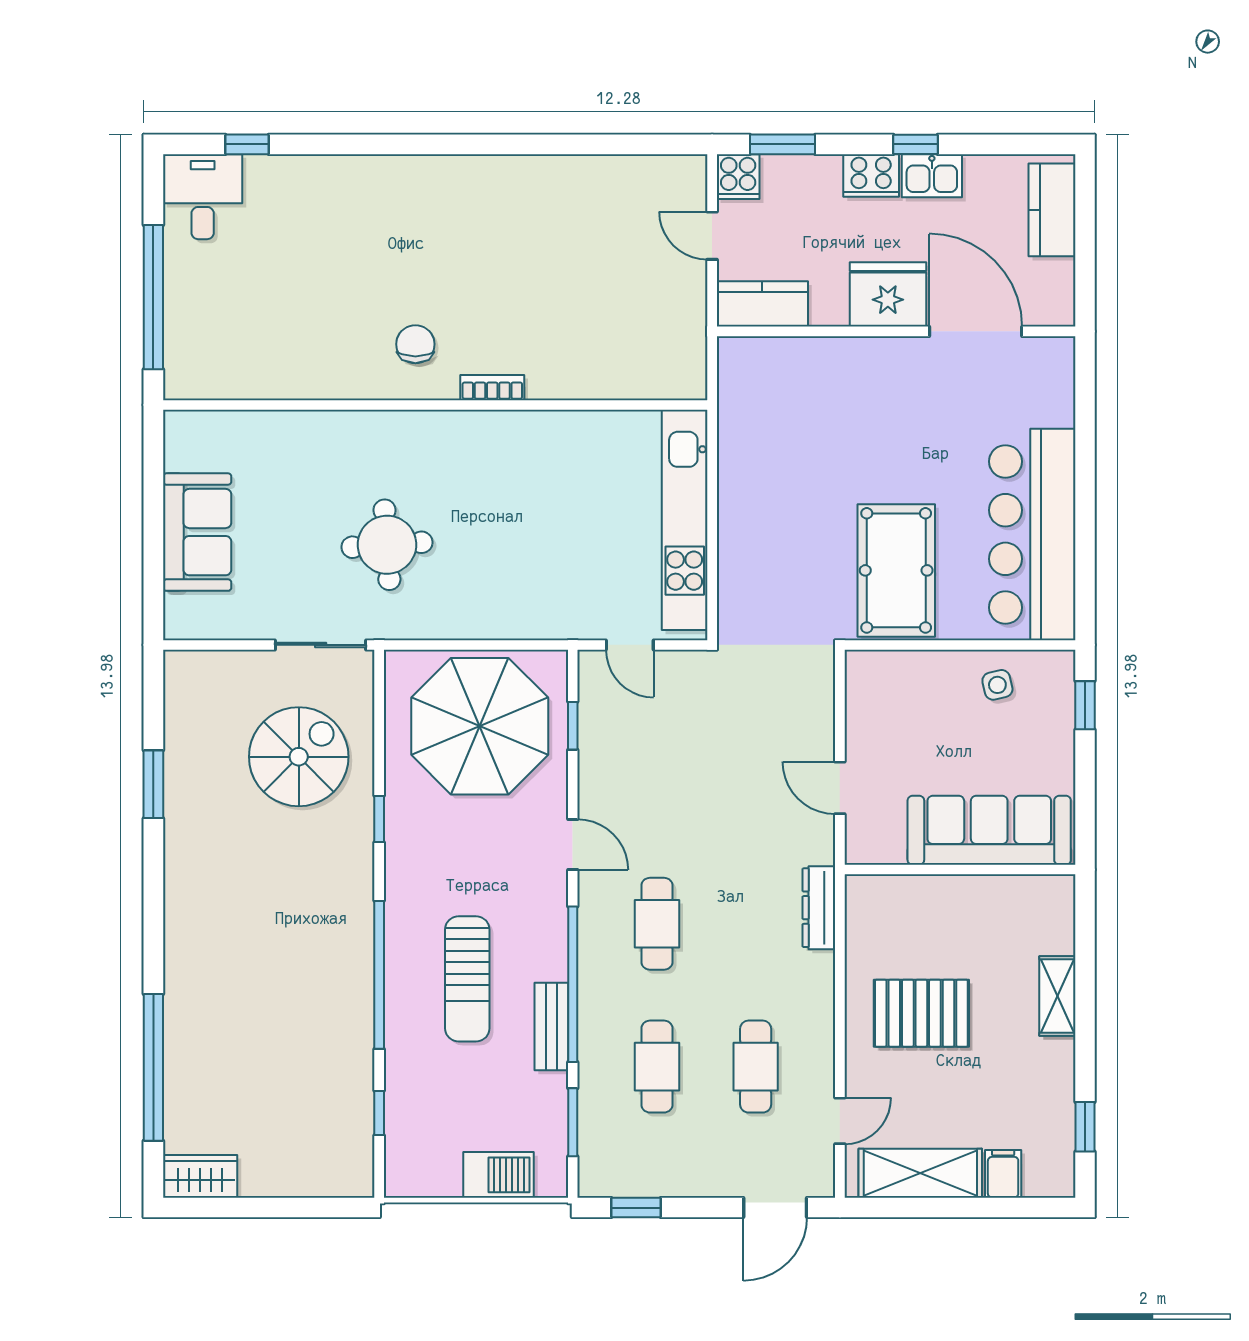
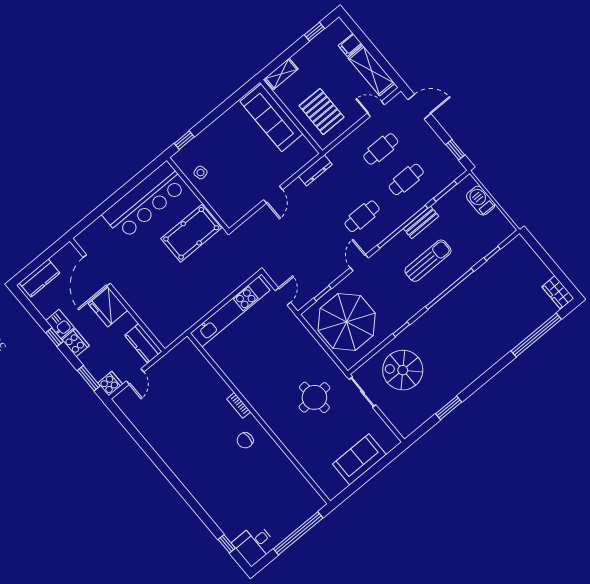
sofa: (989, 830) -> (272, 118), moved
wall: (960, 870) -> (291, 117), moved

